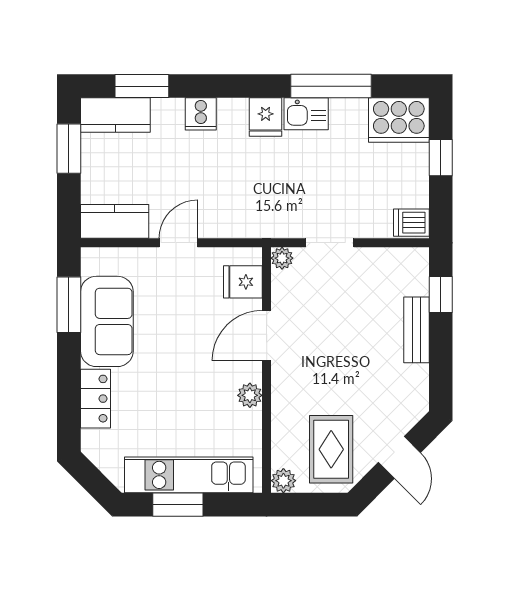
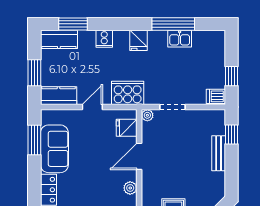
kitchen sink: (306, 114) -> (180, 39), moved
cooker: (399, 120) -> (128, 93), moved, turned 180
window: (69, 149) -> (34, 73), moved
window: (441, 158) -> (231, 76), moved

